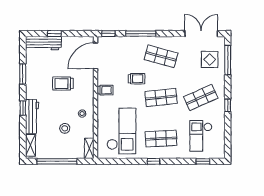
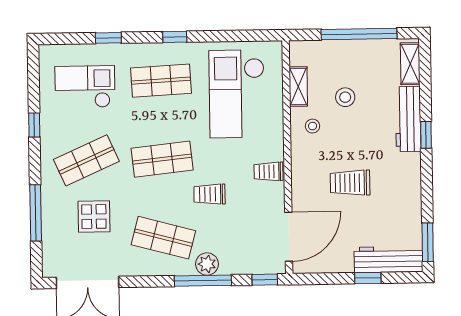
plant: (138, 42) -> (207, 264), added
display table: (210, 59) -> (94, 217), moved
window: (228, 60) -> (36, 213), moved
window: (23, 74) -> (428, 242), moved
trolley: (63, 84) -> (350, 183), turned 180
window: (228, 105) -> (34, 125), moved
checkout: (201, 136) -> (85, 87), turned -90
shelving: (89, 148) -> (298, 86), moved
window: (203, 161) -> (108, 38), moved

